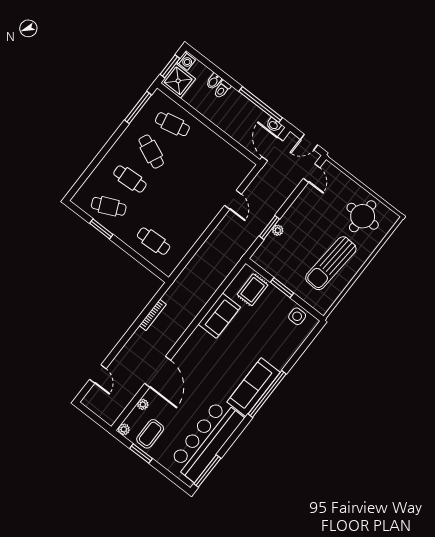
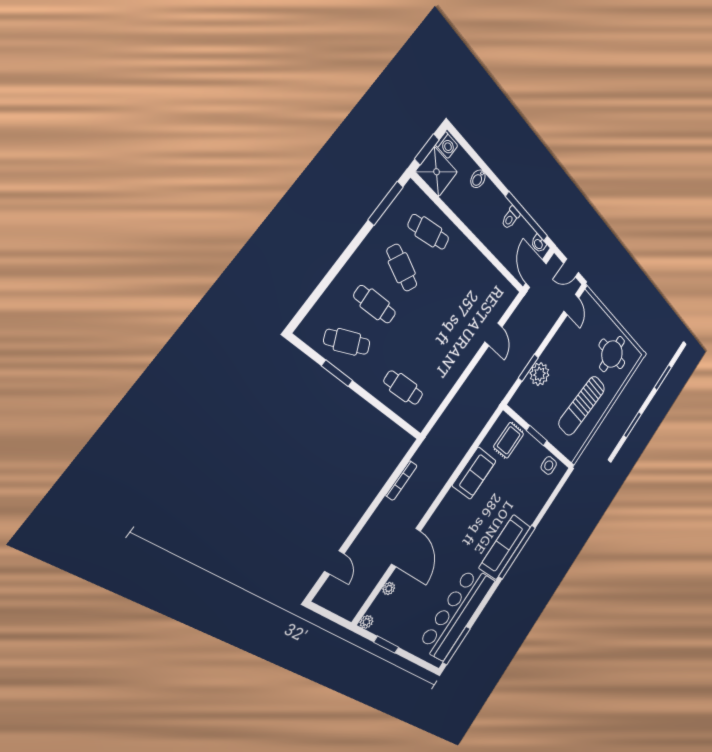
toilet: (222, 89) -> (511, 218), moved
plant: (278, 230) -> (540, 374), width x1.88, depth x1.88
coffee table: (150, 434) -> (397, 620), removed

